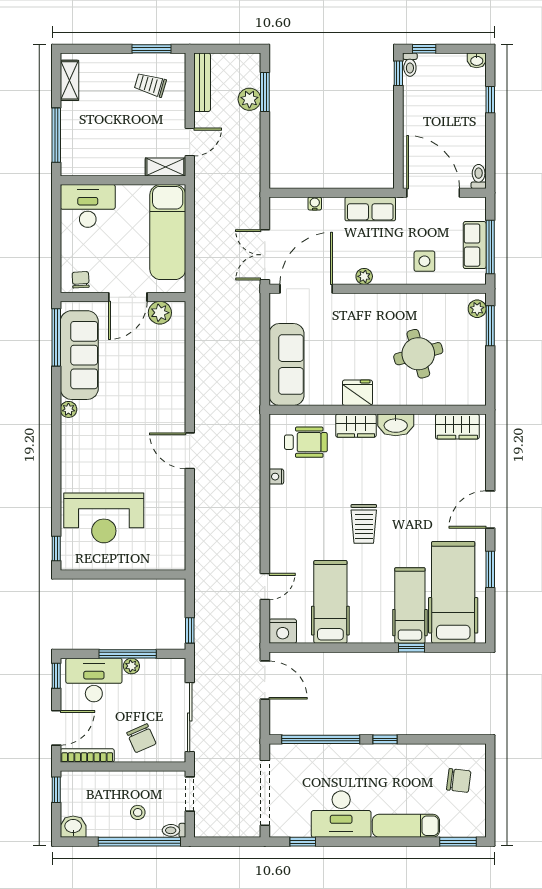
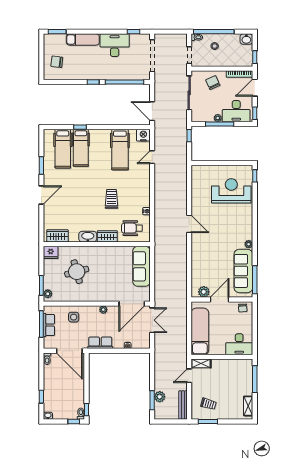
fridge: (357, 393) -> (51, 252), moved
trolley: (364, 524) -> (111, 199), moved
hospital bed: (453, 592) -> (63, 149), width x0.73, depth x0.78

